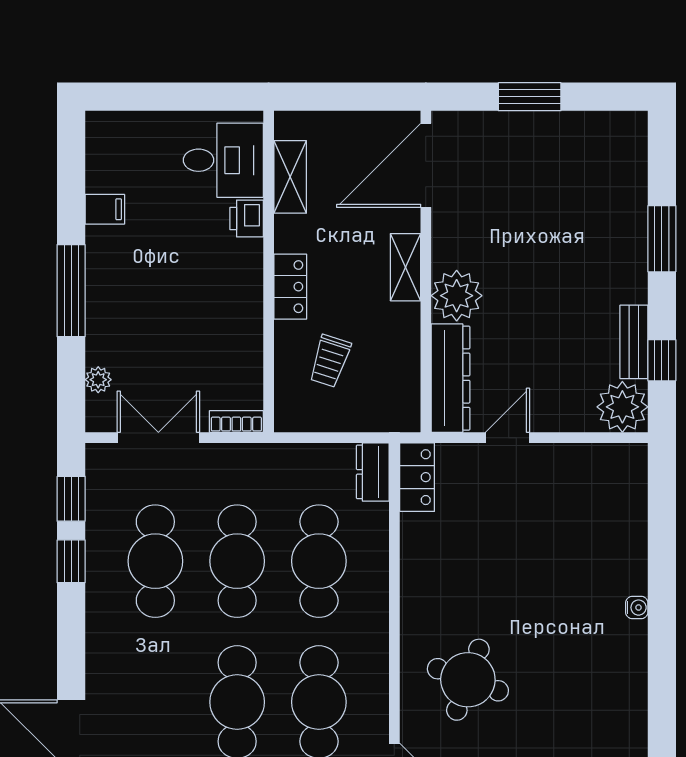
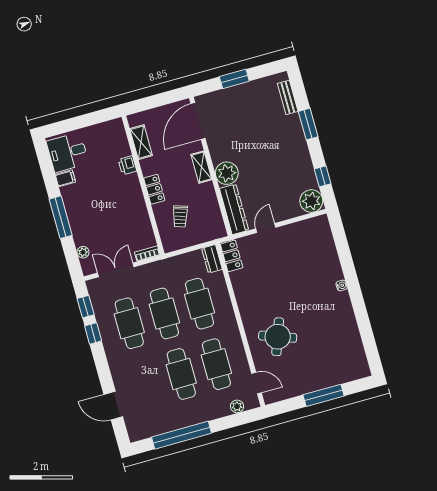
desk: (223, 160) -> (68, 152), moved, turned 180
bench: (634, 342) -> (288, 97), moved

